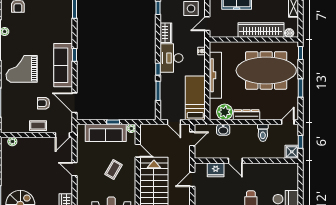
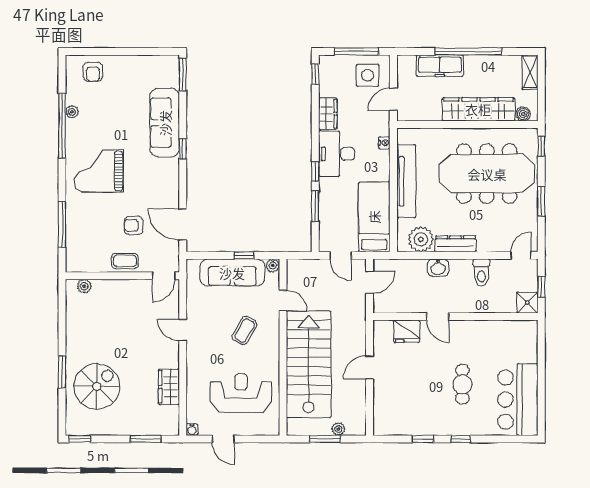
sofa: (63, 65) -> (165, 123), moved
washbasin: (223, 130) -> (438, 268), moved
door: (192, 179) -> (370, 367), moved

